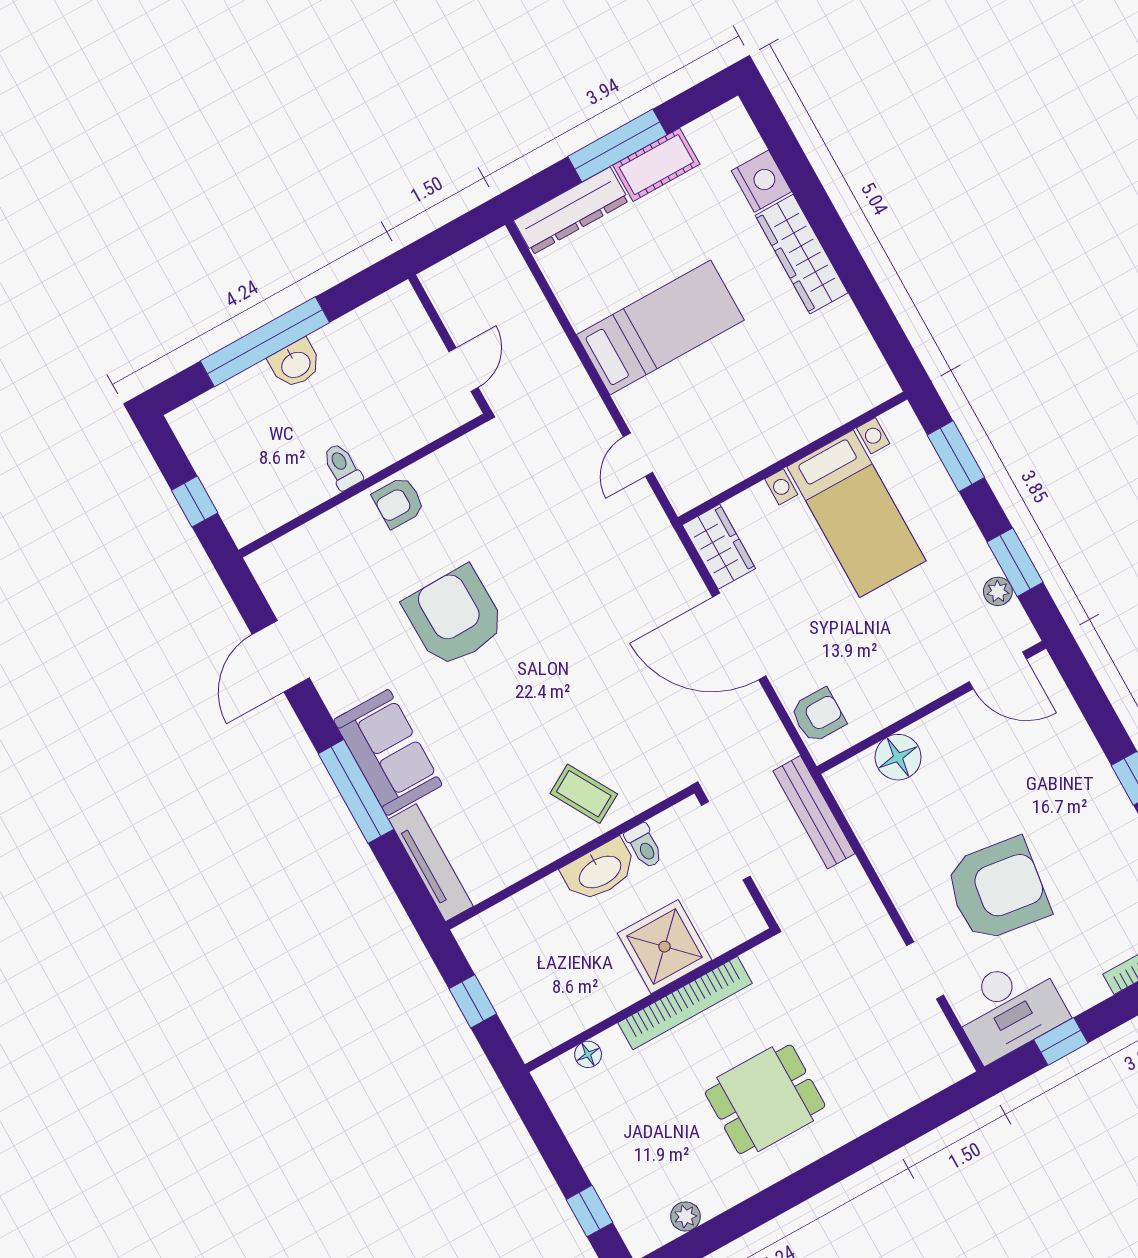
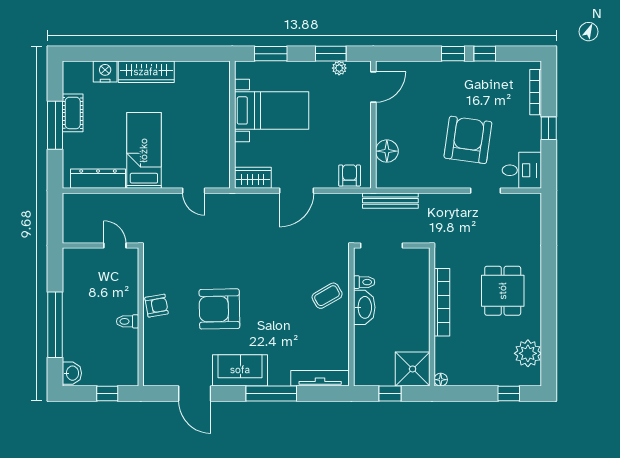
dresser: (571, 211) -> (98, 179), moved, turned -90
washbasin: (295, 364) -> (72, 373), moved
armchair: (398, 502) -> (157, 306), turned -100
door: (739, 636) -> (297, 191), width x0.73
sofa: (388, 752) -> (240, 370), moved
shower: (665, 947) -> (413, 369), moved
desk: (1009, 1008) -> (522, 170), width x0.73
window: (1061, 1041) -> (549, 128), moved
floor lamp: (588, 1054) -> (441, 380), moved
plant: (685, 1216) -> (528, 353), width x1.87, depth x1.87

